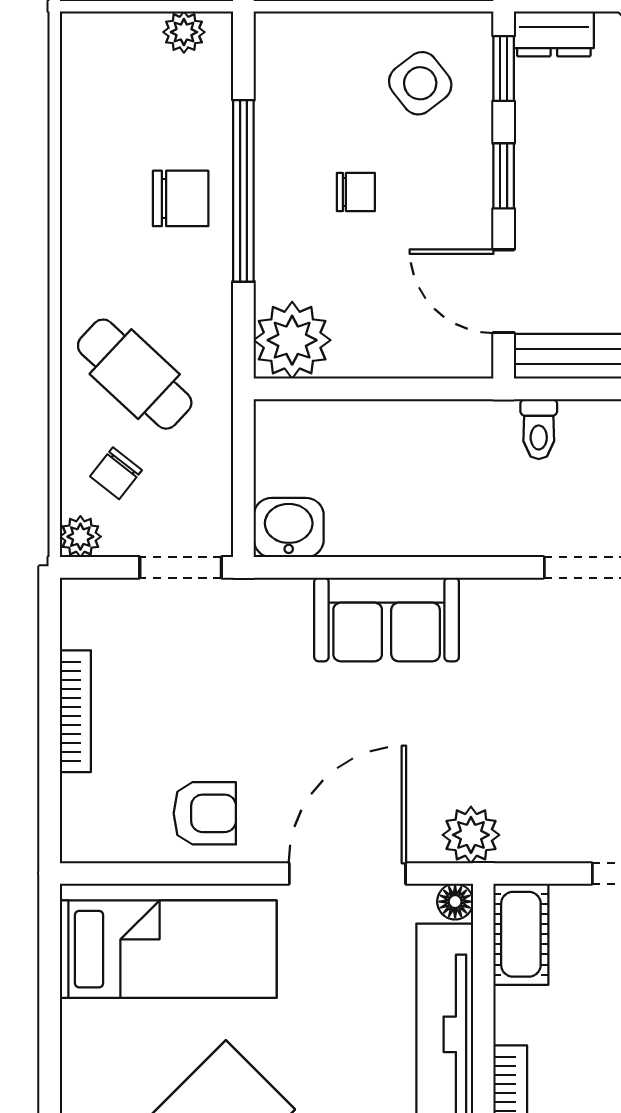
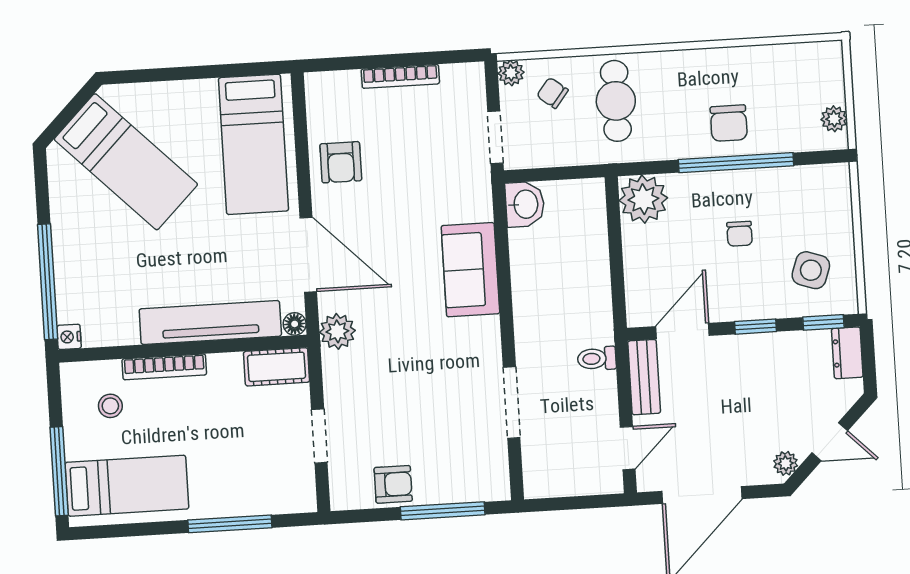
side table: (420, 83) -> (811, 270), turned -33
cafe table: (135, 374) -> (616, 101), turned -43

